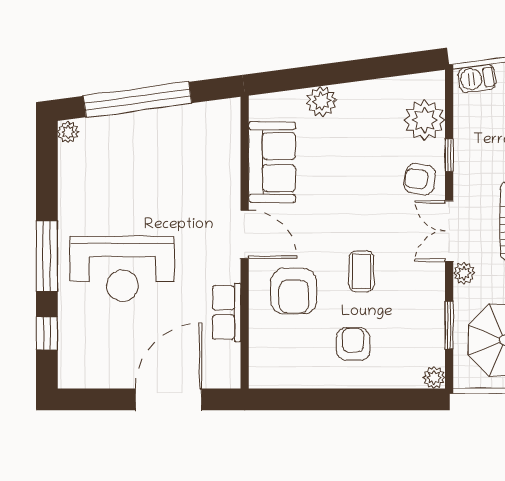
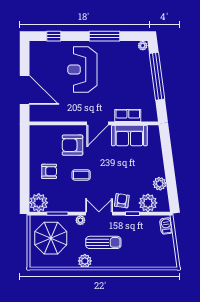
plant: (321, 101) -> (160, 184), moved
window: (47, 256) -> (105, 36), moved
row of seats: (227, 312) -> (128, 115), moved
plant: (434, 378) -> (39, 203), width x1.87, depth x1.87

